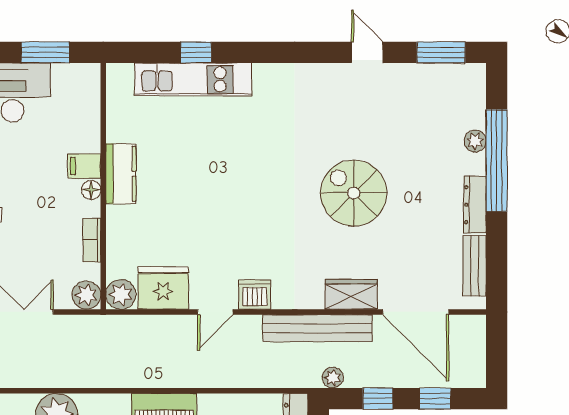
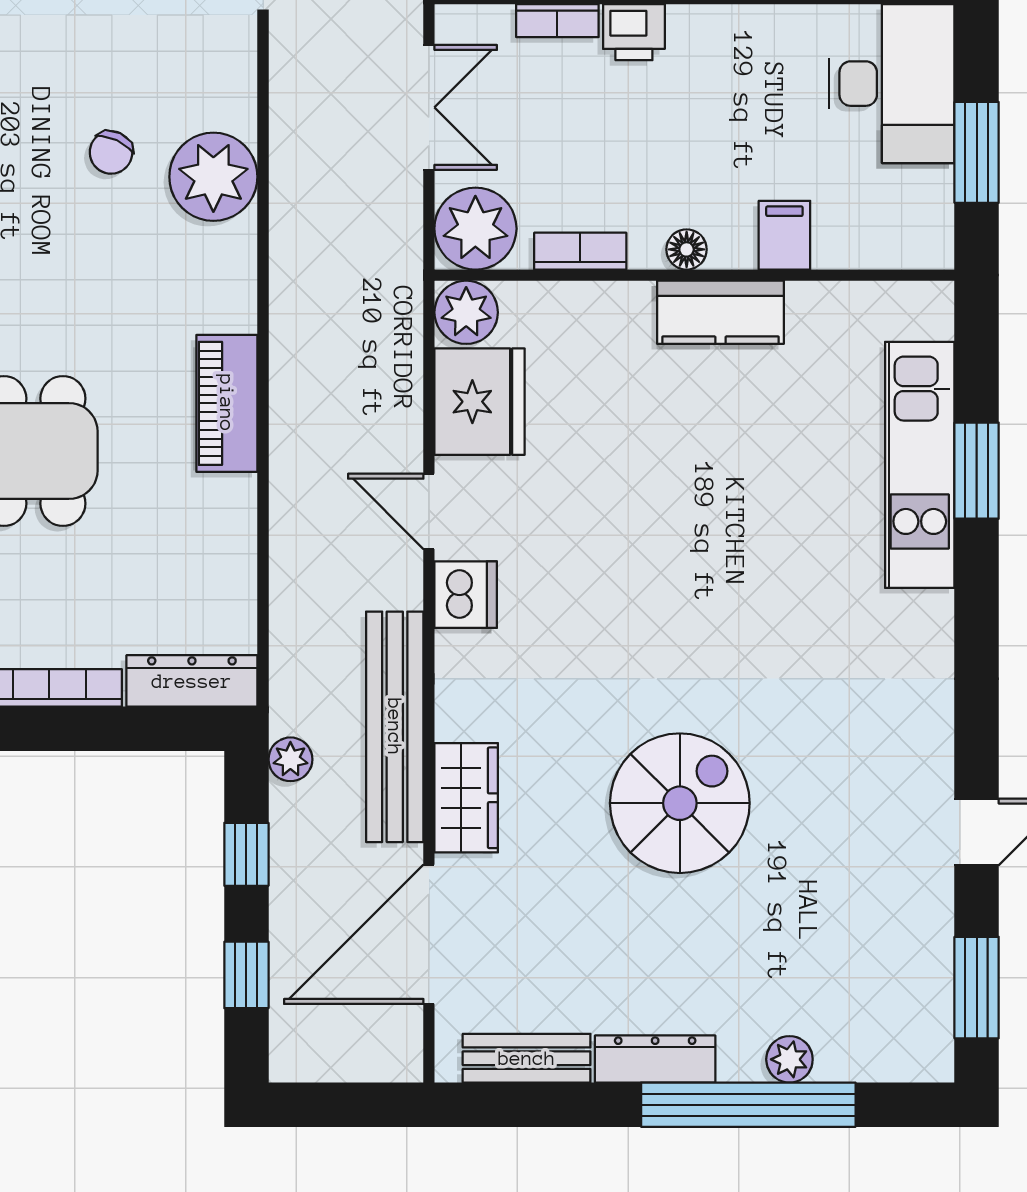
window: (196, 52) -> (977, 471), width x1.50
filing cabinet: (84, 166) -> (784, 235), moved
plant: (86, 295) -> (475, 229), width x1.36, depth x1.36

